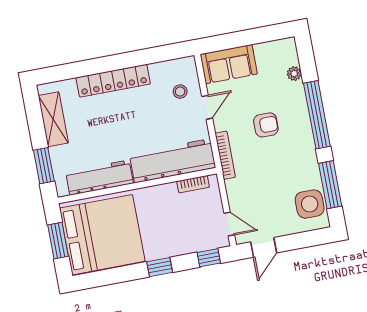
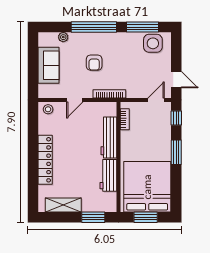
sofa: (229, 64) -> (49, 65), moved
stool: (180, 92) -> (48, 109), moved
door: (207, 107) -> (75, 100), swing flipped
armchair: (266, 125) -> (94, 63), turned 180
workbench: (173, 161) -> (109, 138), width x0.73, depth x0.76
workbench: (99, 178) -> (108, 175), width x0.73
window: (160, 267) -> (176, 152), width x1.50

